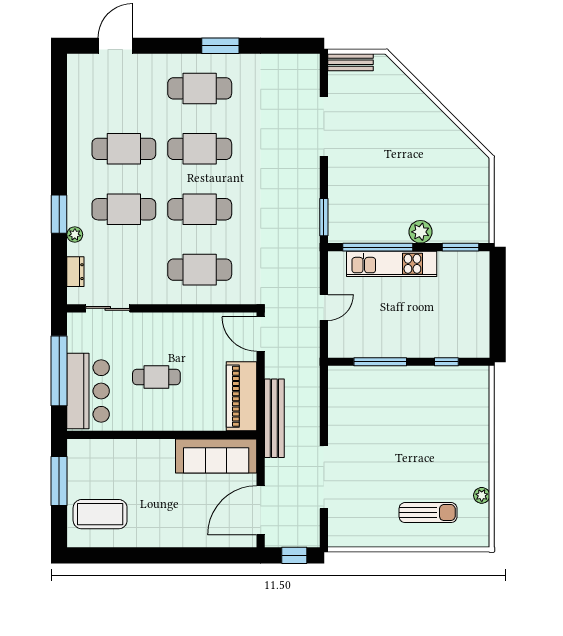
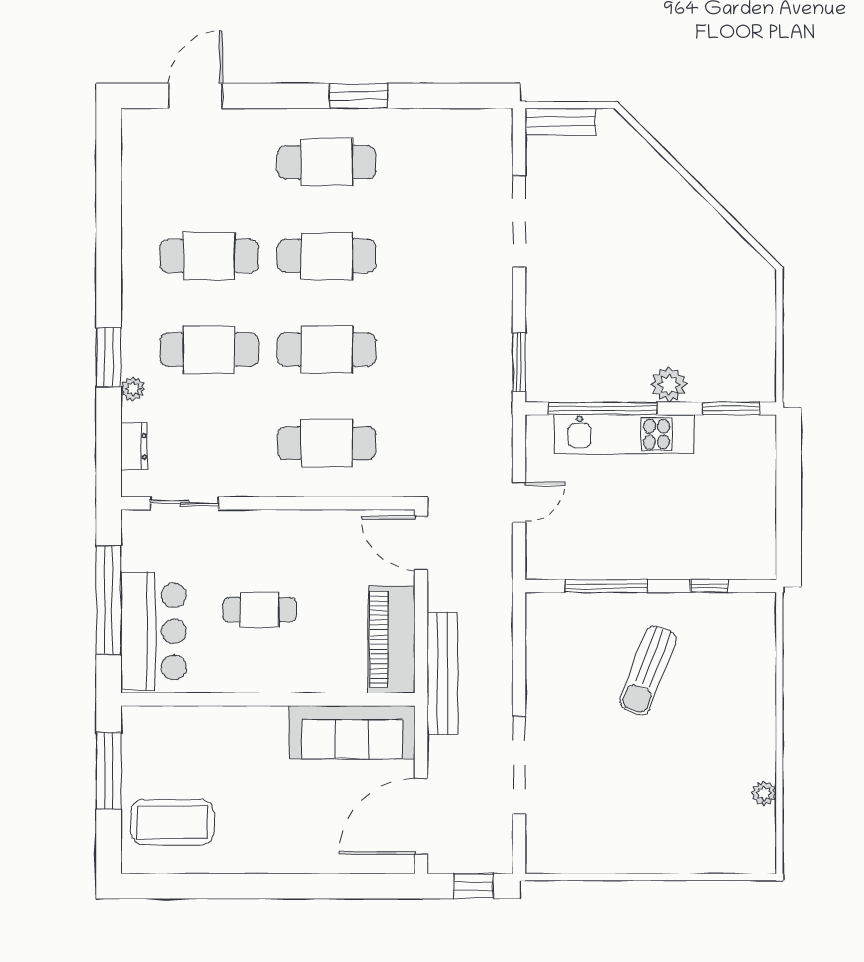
sun lounger: (428, 513) -> (648, 671), moved, turned 111

